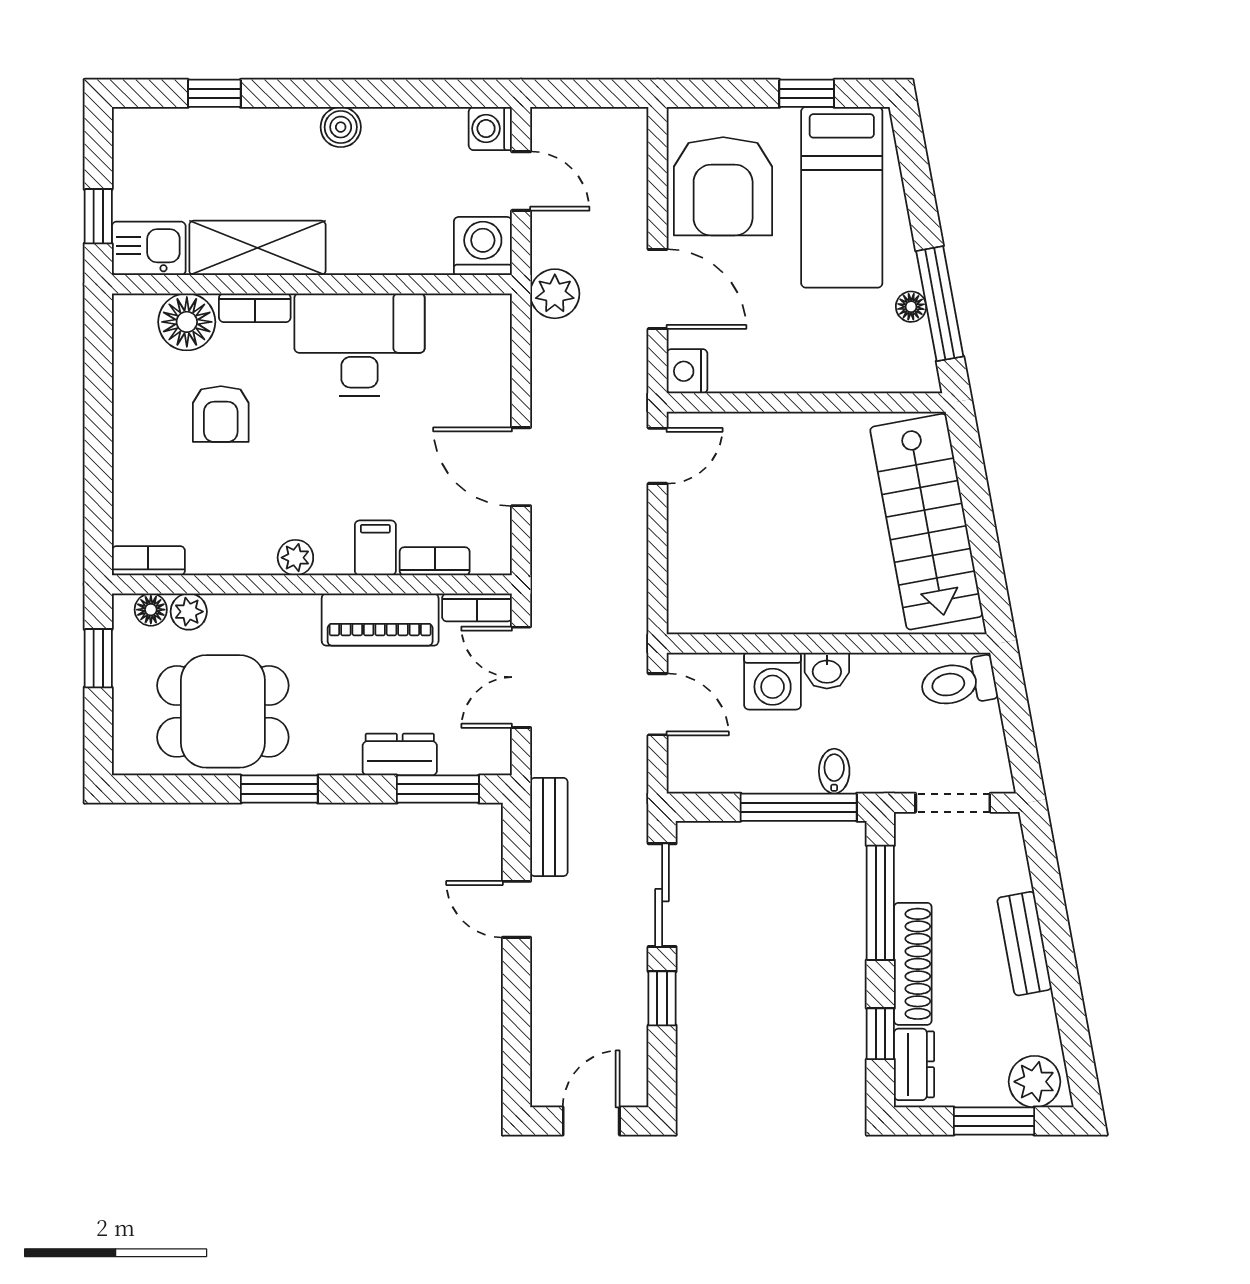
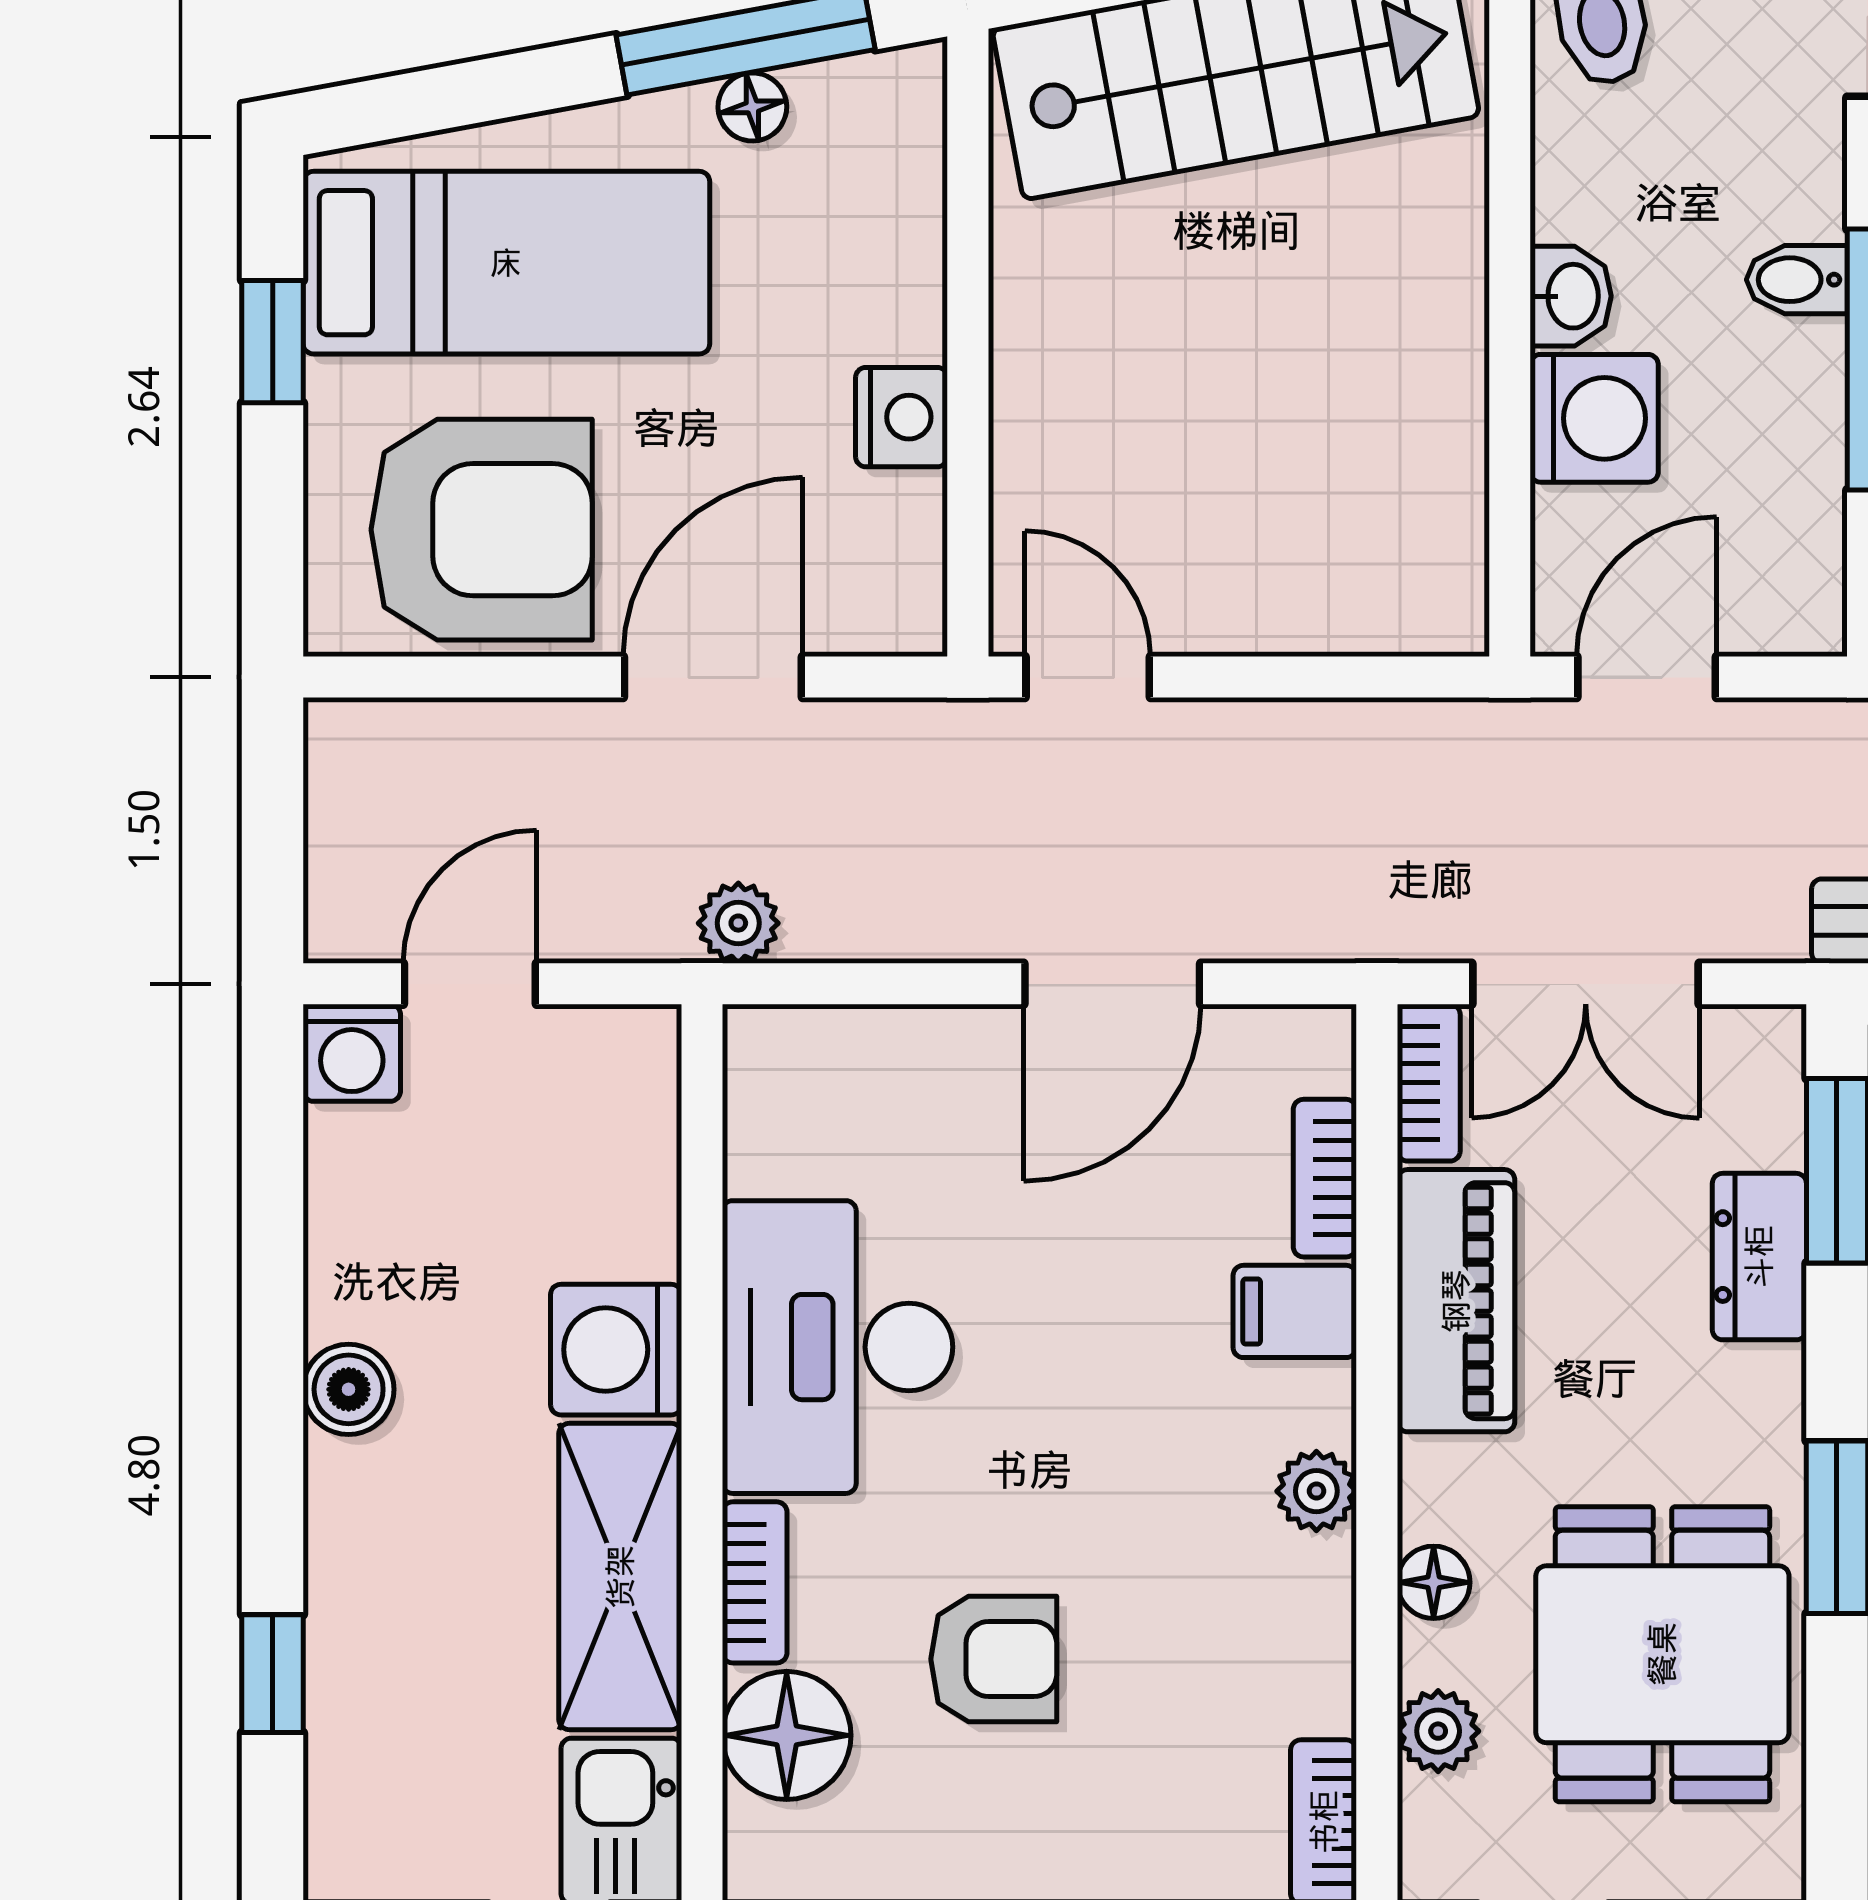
washing machine: (483, 246) -> (616, 1350), moved
plant: (555, 294) -> (738, 923), width x0.73, depth x0.73
nightstand: (687, 371) -> (902, 417), moved, turned -90
floor lamp: (151, 610) -> (1434, 1582), moved

